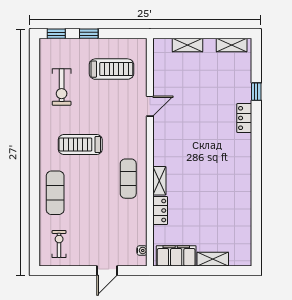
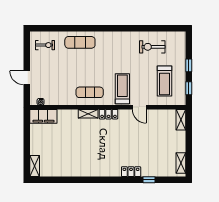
window: (56, 34) -> (189, 88), moved
shelving: (187, 45) -> (181, 120), moved
treadmill: (80, 144) -> (122, 89), moved
locker: (160, 210) -> (109, 114), moved
filing cabinet: (176, 256) -> (43, 116), moved, turned 90
shelving: (213, 259) -> (35, 166), moved

